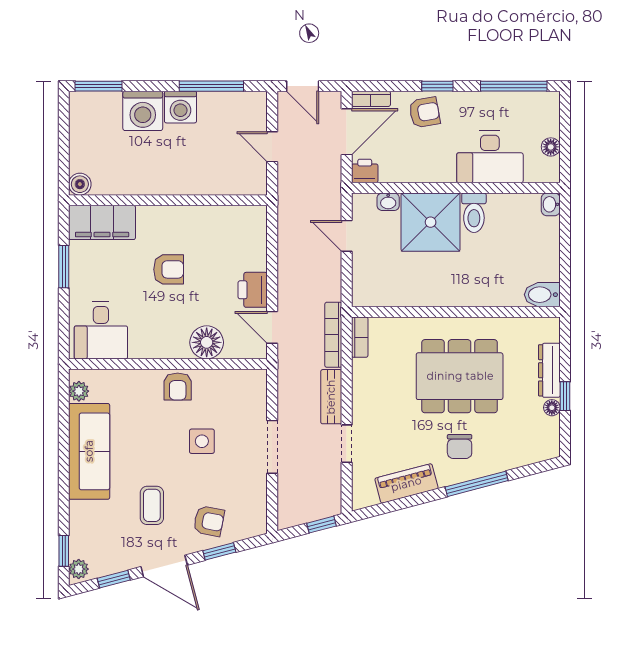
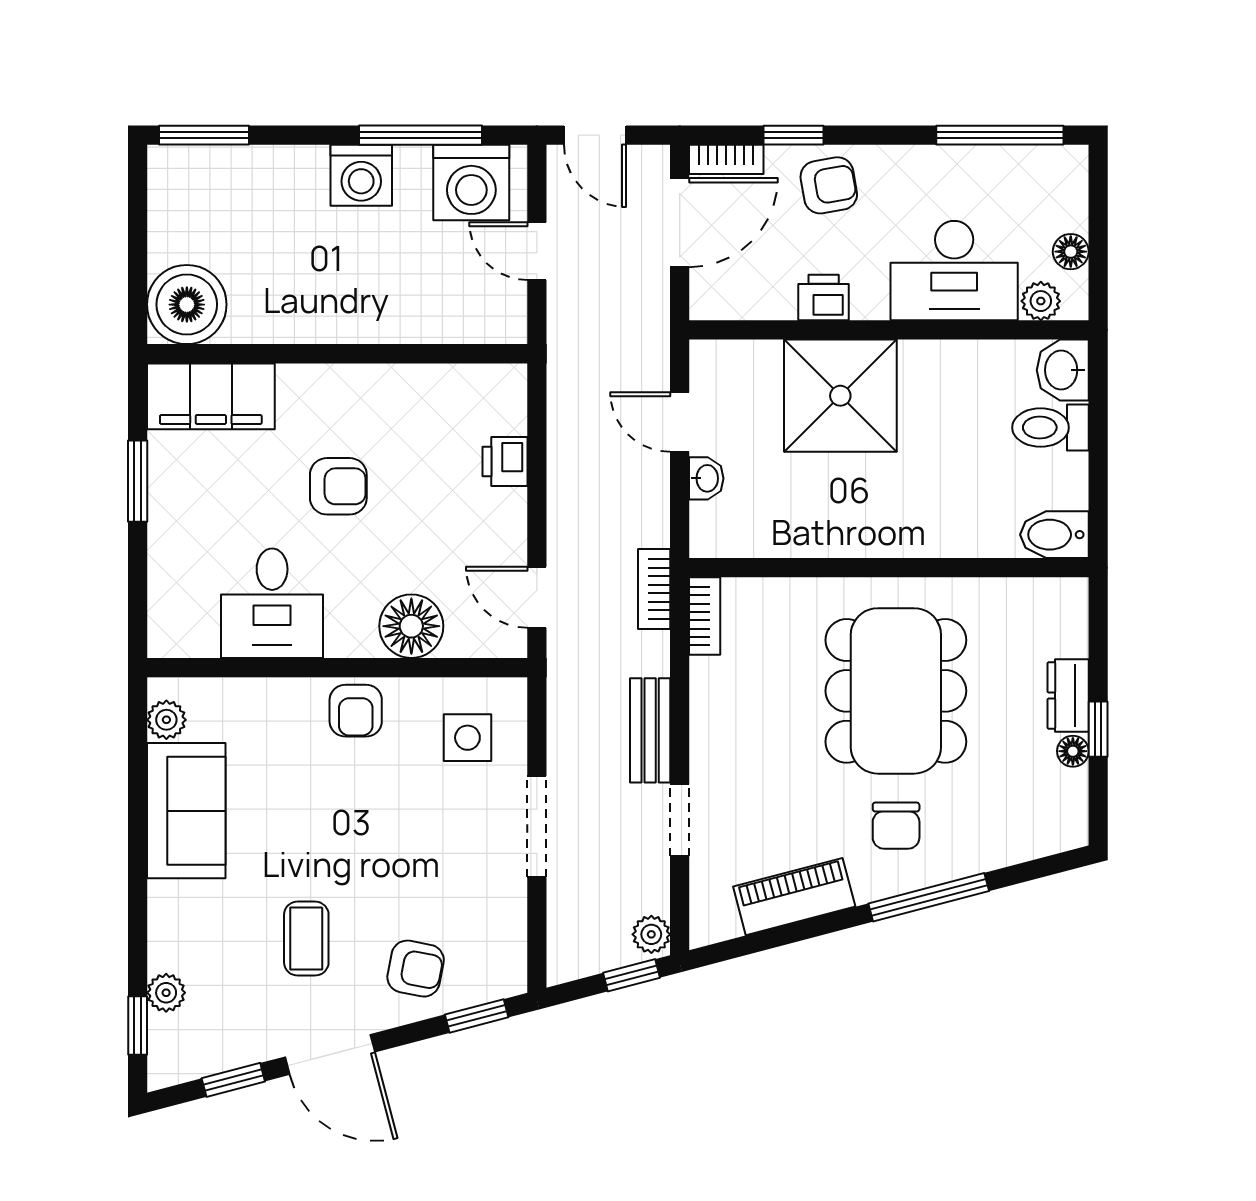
window: (437, 86) -> (794, 135), moved
washing machine: (143, 111) -> (471, 182), moved
printer: (365, 171) -> (824, 298), moved
plant: (535, 173) -> (1041, 301), added
boiler: (80, 184) -> (187, 305), width x1.86, depth x1.86
washbasin: (388, 202) -> (706, 478), moved, turned -90
washbasin: (551, 204) -> (1063, 370), width x1.38, depth x1.45
toilet: (474, 213) -> (1050, 427), moved, turned 90
printer: (253, 290) -> (505, 462), moved, width x0.73, depth x0.81
desk: (101, 330) -> (272, 603), moved
bookcase: (333, 335) -> (654, 589), width x0.64
dresser: (549, 370) -> (1068, 696), width x0.70
dining table: (460, 376) -> (896, 691), turned 90
side table: (202, 441) -> (467, 738), moved
sofa: (89, 451) -> (186, 811), width x0.73
plant: (332, 503) -> (651, 934), added
window: (219, 551) -> (477, 1016), moved
plant: (79, 569) -> (166, 993), moved

